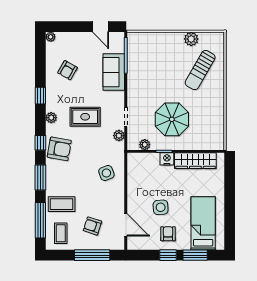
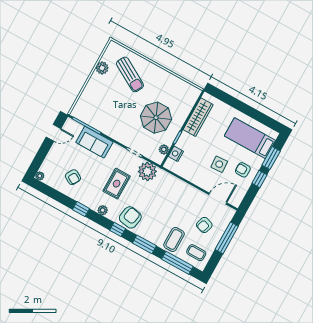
plant: (119, 136) -> (147, 171), width x1.87, depth x1.87
nightstand: (167, 159) -> (176, 154), moved
side table: (106, 173) -> (169, 191), removed

